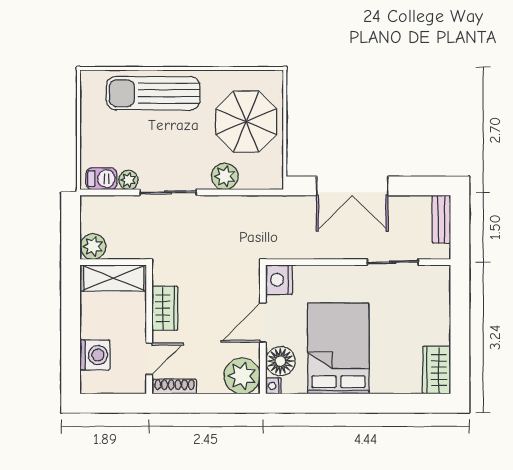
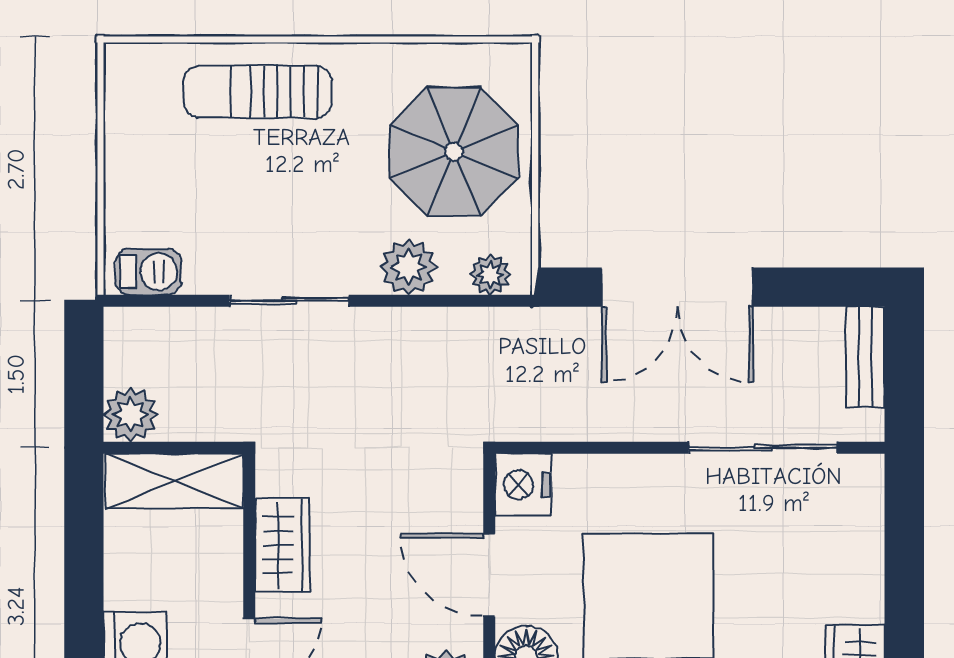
sun lounger: (153, 93) -> (258, 92), width x0.73, depth x0.75
plant: (128, 180) -> (490, 275), moved
sliding door: (393, 262) -> (763, 448), width x1.37
door: (263, 323) -> (489, 575), hinge flipped

